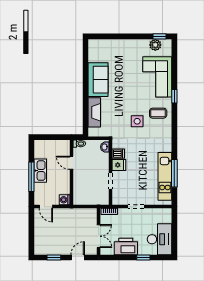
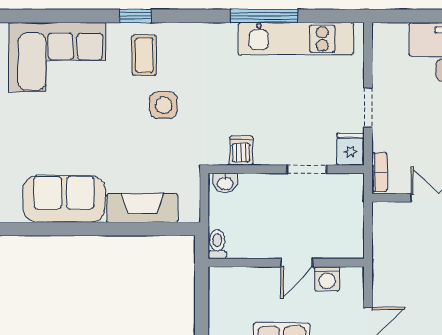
window: (174, 96) -> (135, 16), moved
door: (71, 163) -> (297, 263), moved
fridge: (119, 165) -> (350, 149), moved
window: (174, 173) -> (264, 16), moved
washing machine: (65, 200) -> (327, 279), moved

